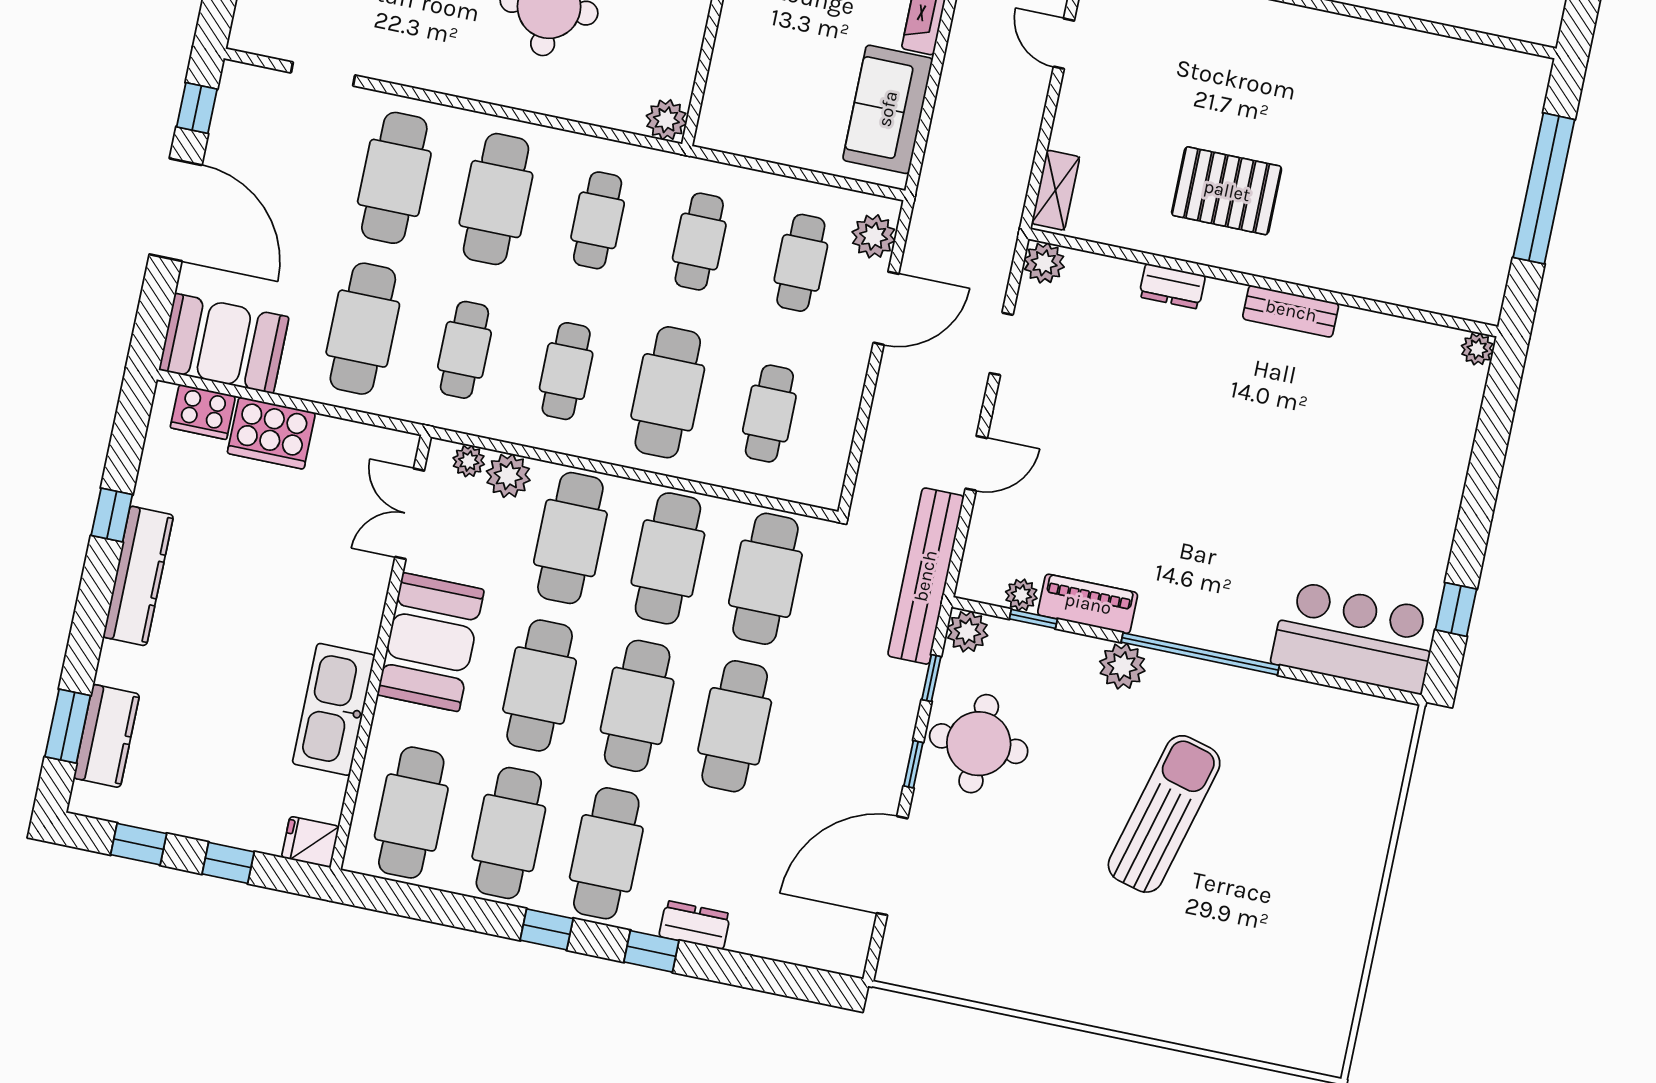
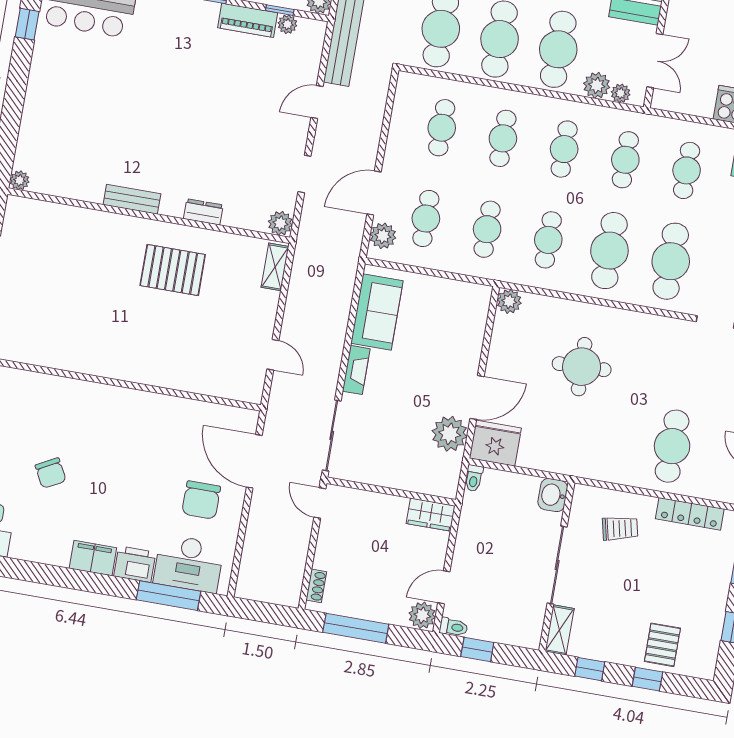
cafe table: (363, 329) -> (687, 170), width x0.73, depth x0.74
cafe table: (668, 392) -> (503, 138), width x0.73, depth x0.74

